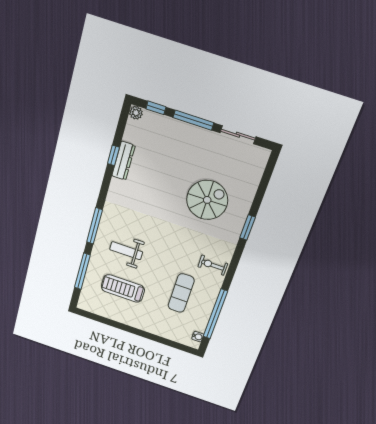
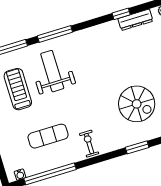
dresser: (124, 161) -> (135, 20), moved
weight bench: (126, 251) -> (52, 71), width x1.36, depth x1.33

